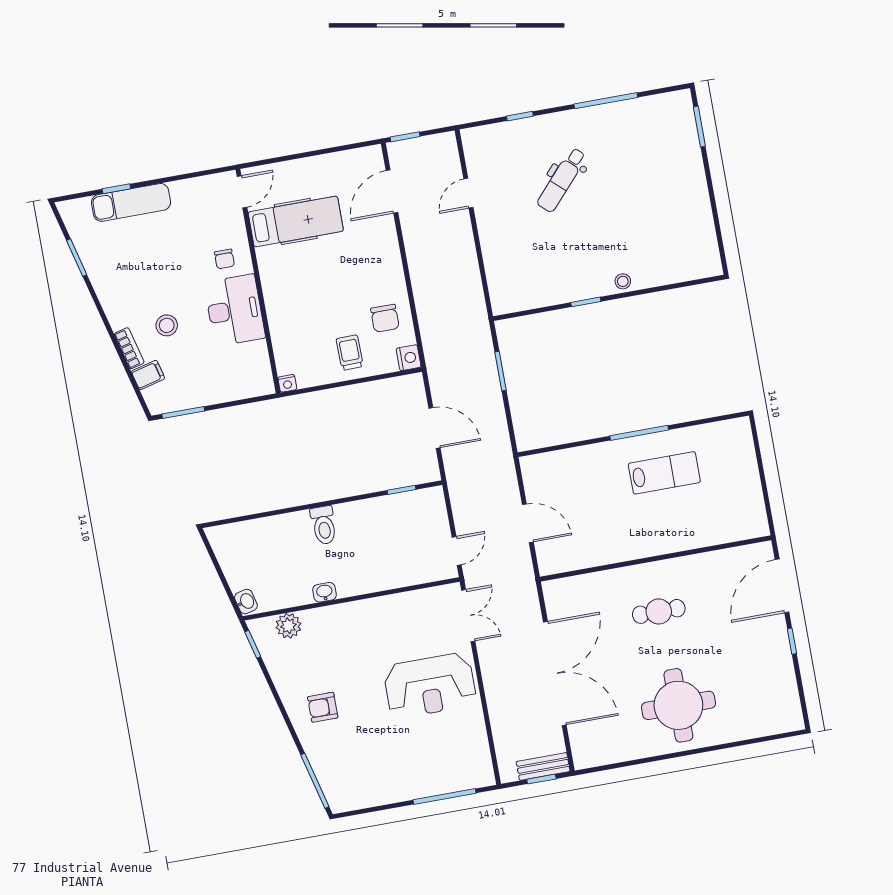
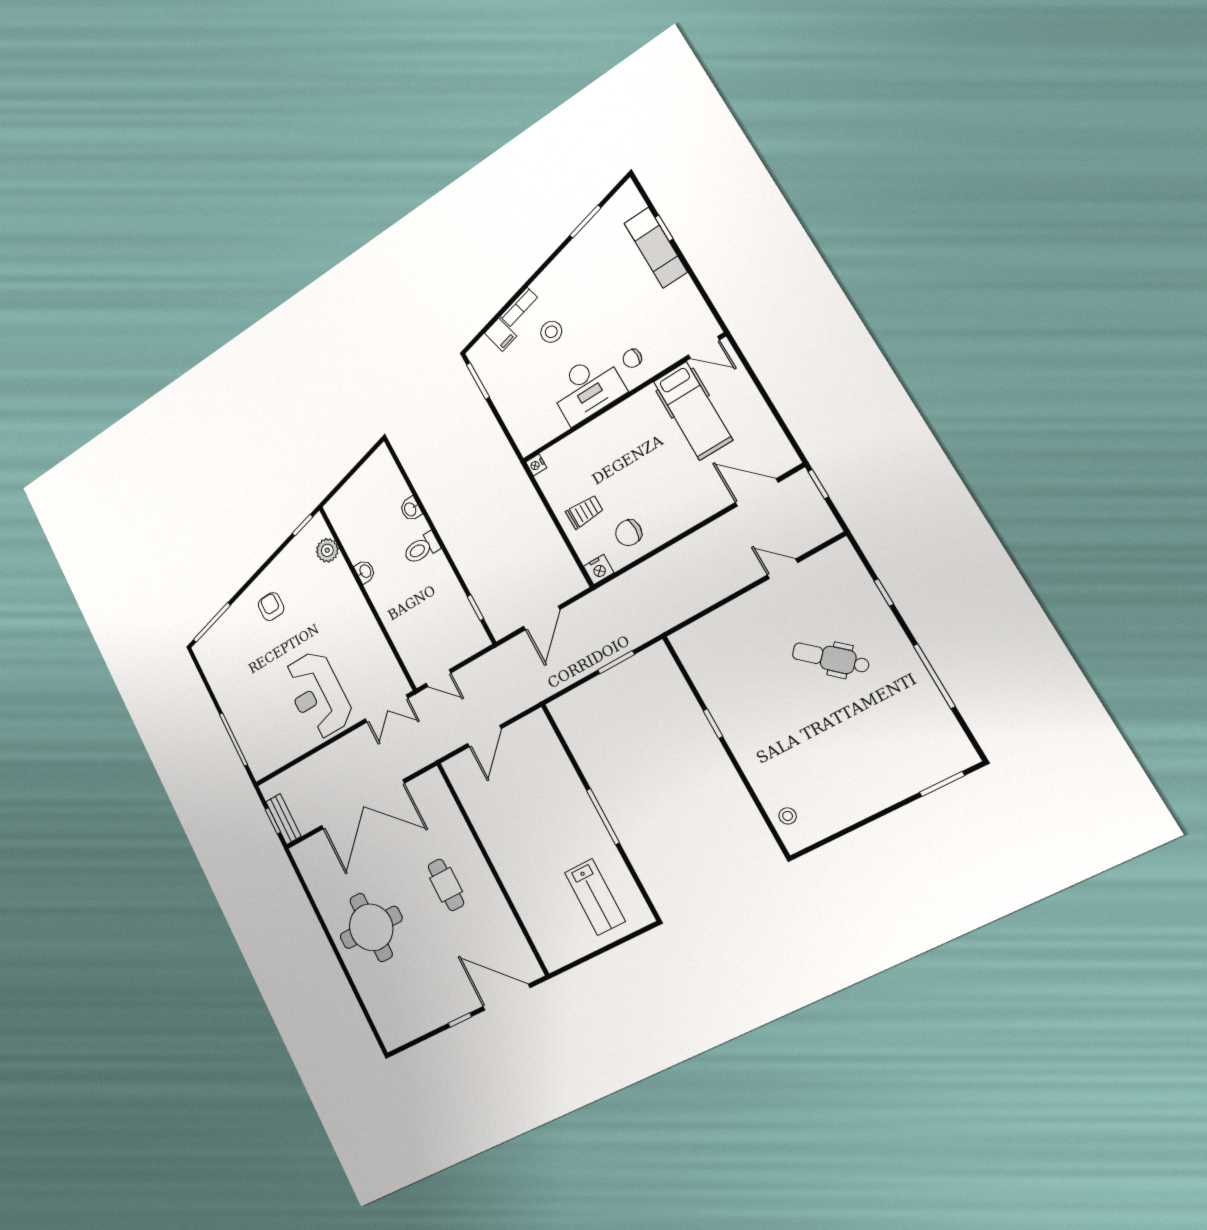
stool: (623, 281) -> (788, 816), moved
lab bench: (664, 473) -> (595, 897), moved
washbasin: (246, 602) -> (411, 509), moved, turned 104

